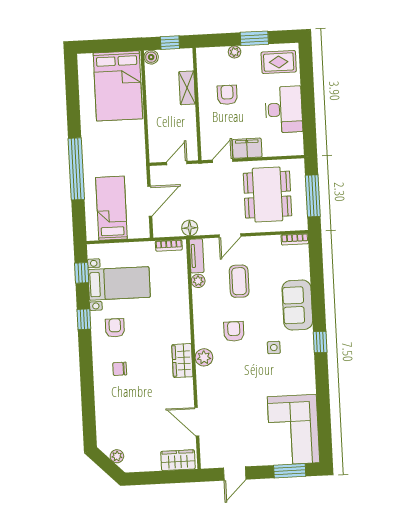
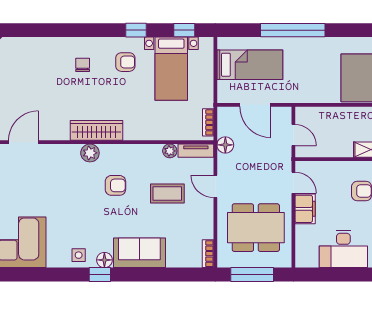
floor lamp: (306, 338) -> (104, 260), added
side table: (274, 348) -> (79, 255), moved
wardrobe: (182, 361) -> (96, 130), width x1.50

